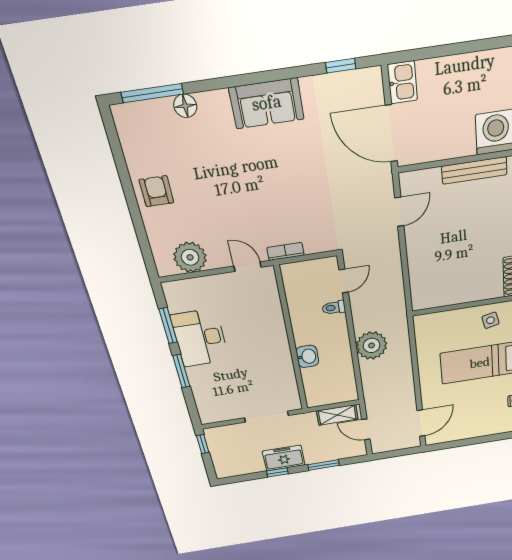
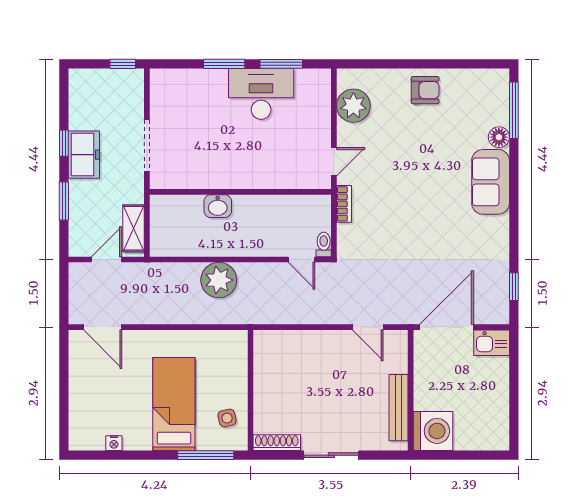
sofa: (267, 103) -> (491, 182), moved
toilet: (334, 308) -> (324, 244), moved

